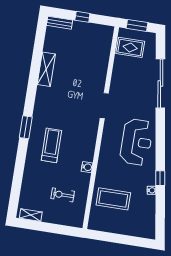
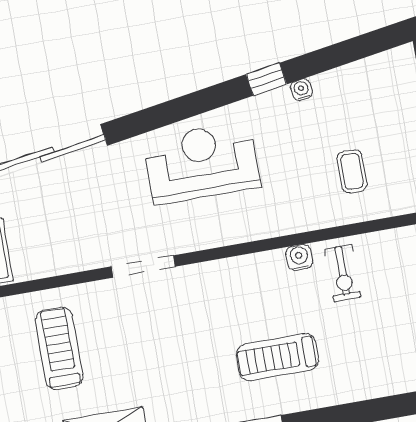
treadmill: (84, 62) -> (59, 348), added
exercise bike: (63, 195) -> (343, 273), moved
coffee table: (113, 199) -> (352, 171), width x0.54, depth x0.58

